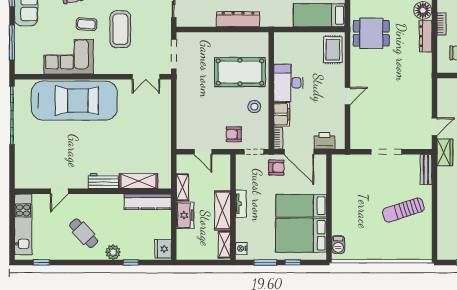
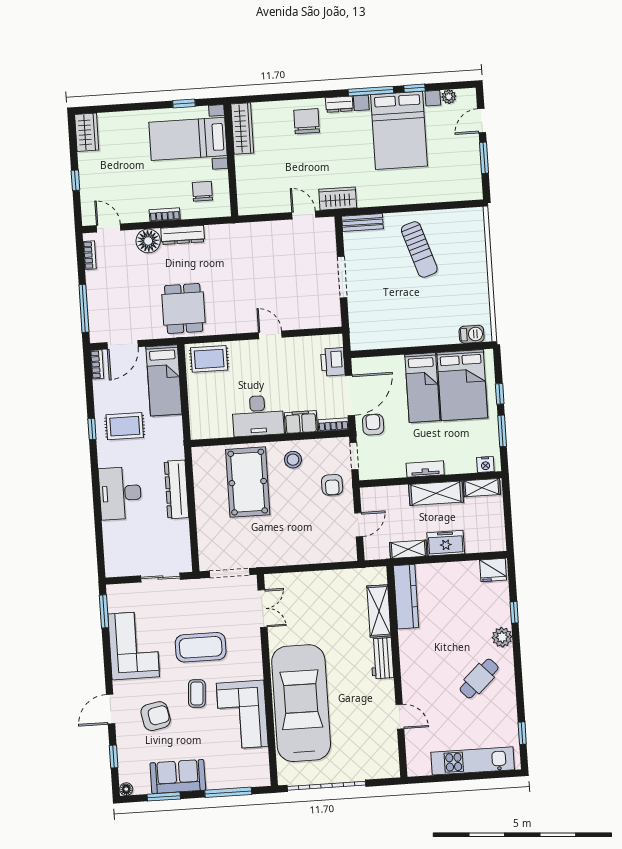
workbench: (103, 181) -> (382, 658), moved
shelving: (138, 181) -> (379, 611), moved
door: (59, 191) -> (400, 717), moved
wall: (93, 191) -> (397, 671), moved
kitchen counter: (148, 202) -> (406, 597), moved

